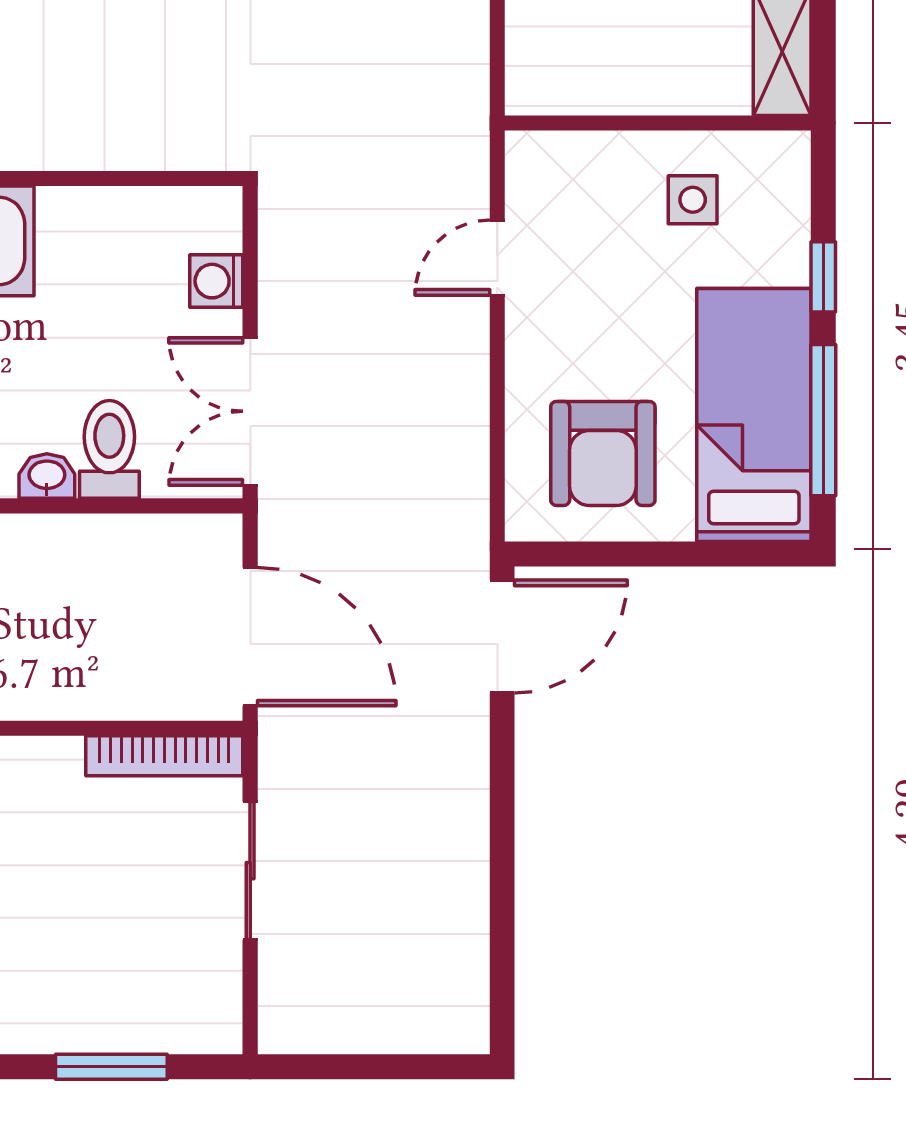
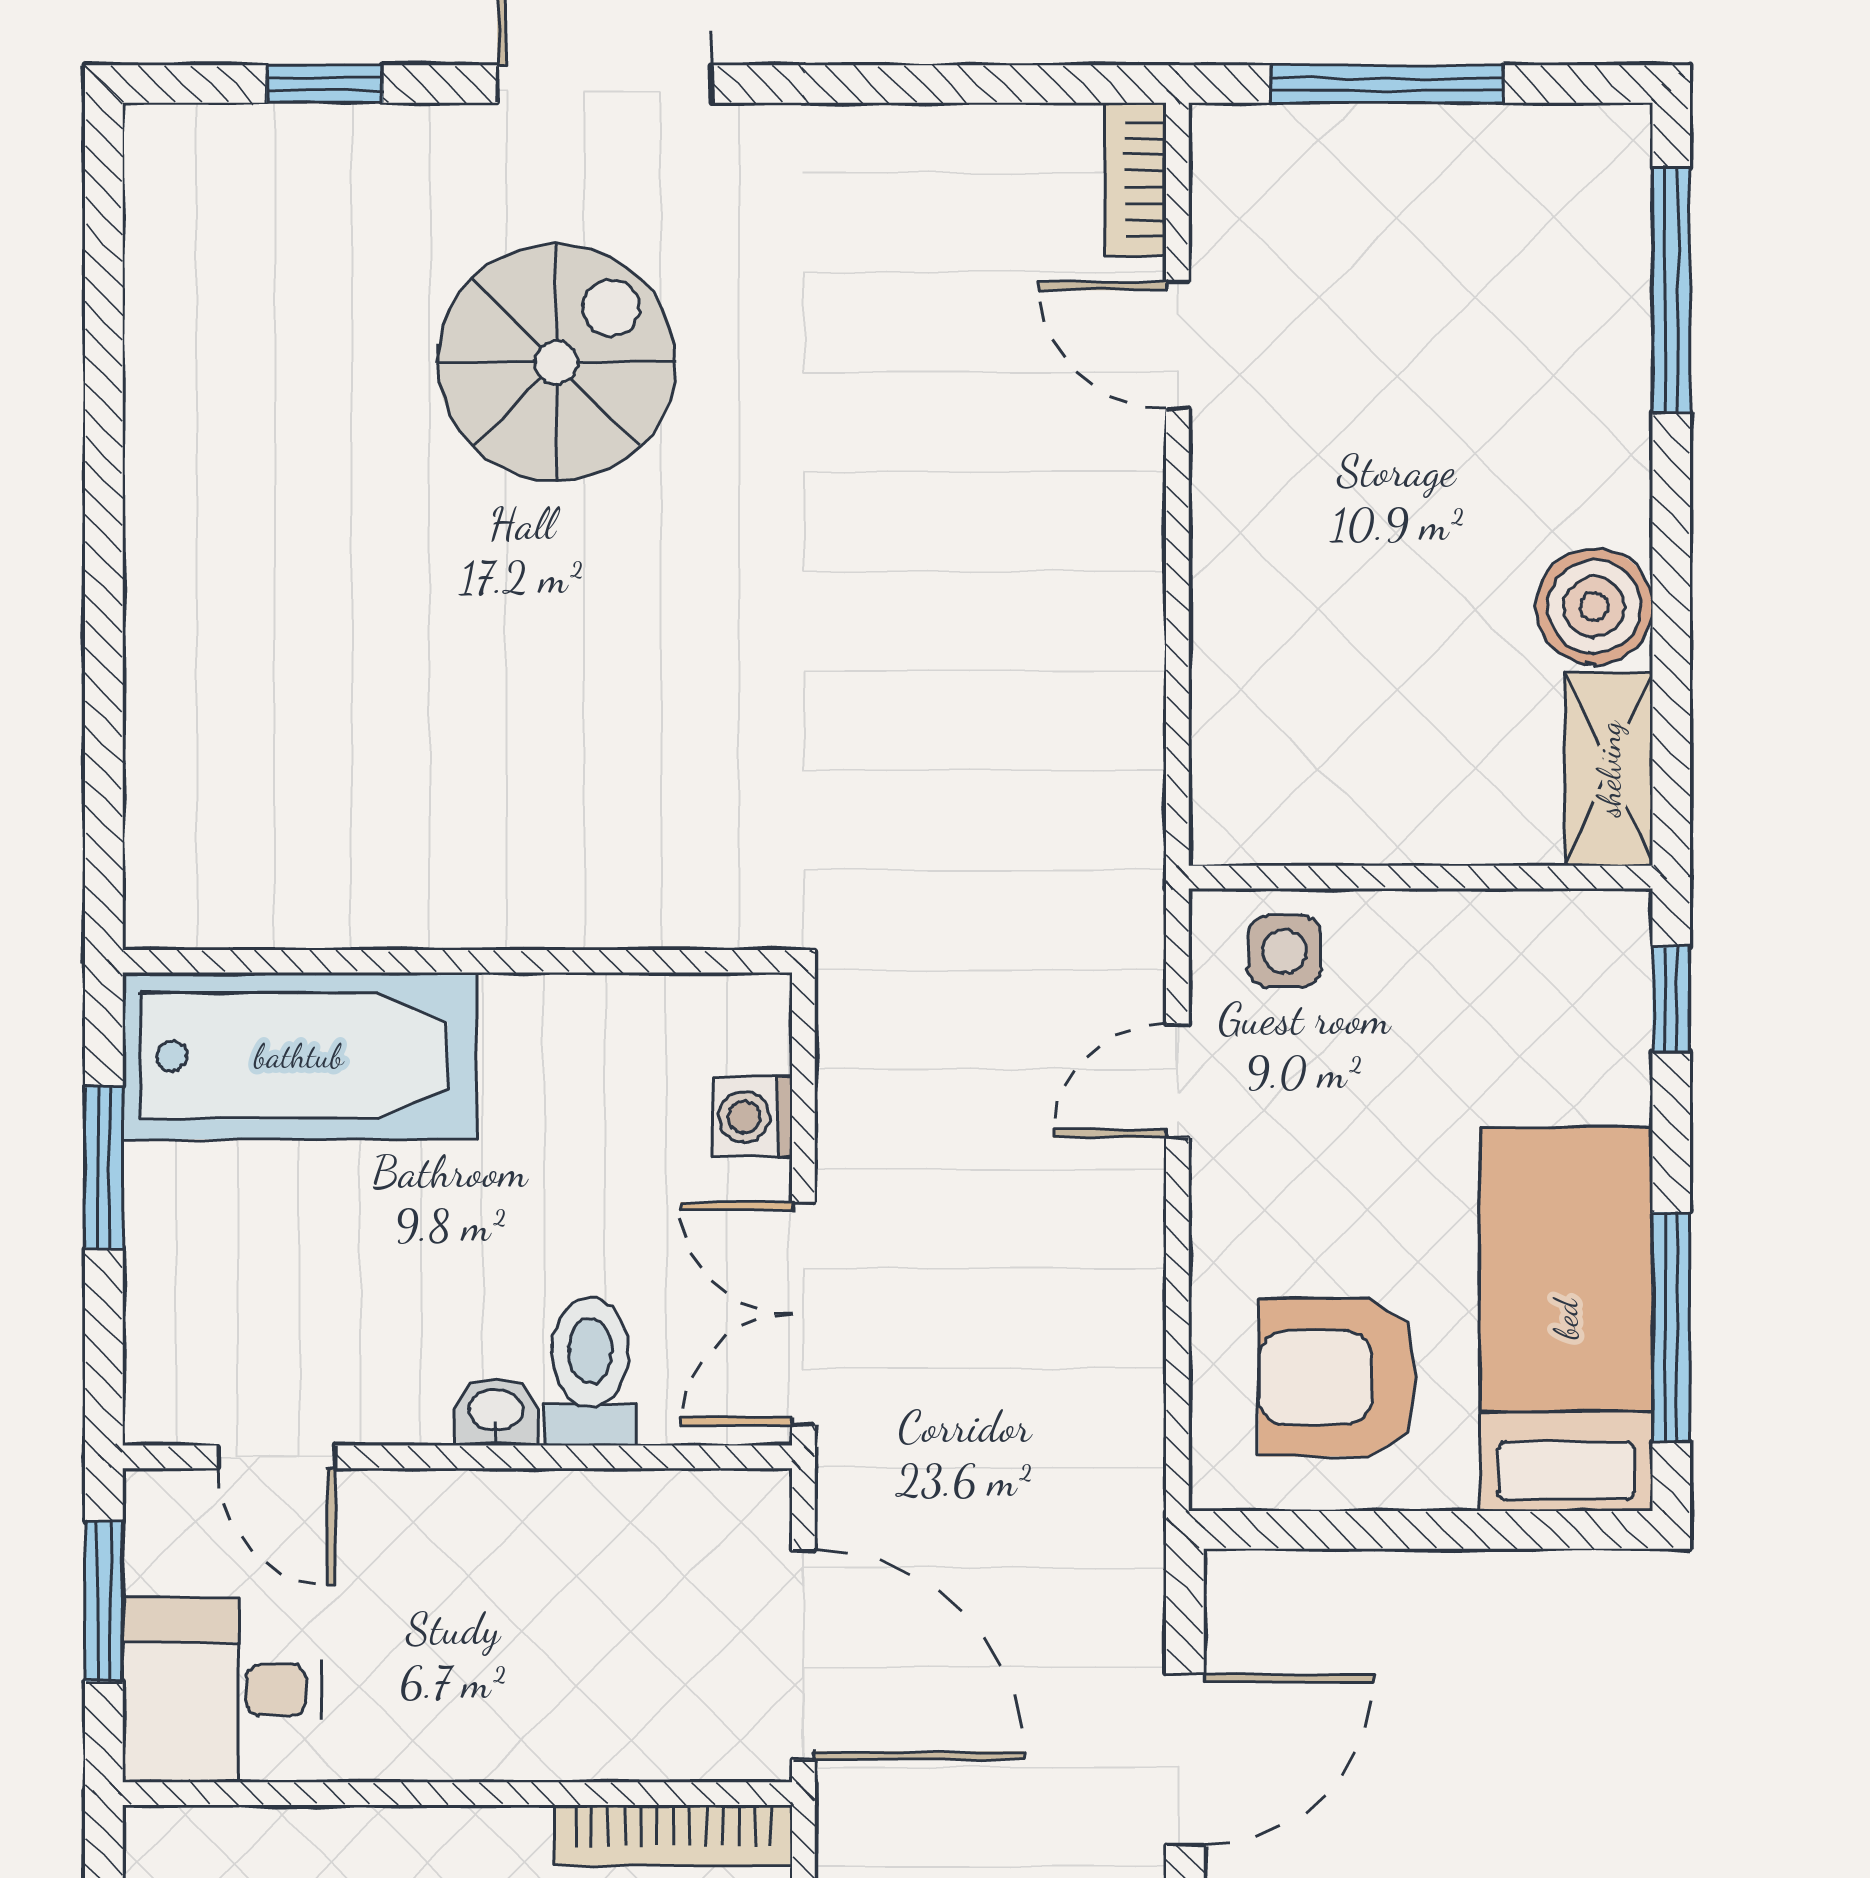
side table: (693, 200) -> (1284, 951), moved
window: (823, 277) -> (1671, 999), moved
armchair: (603, 453) -> (1337, 1377), turned 90
door: (502, 637) -> (1185, 1760), moved

